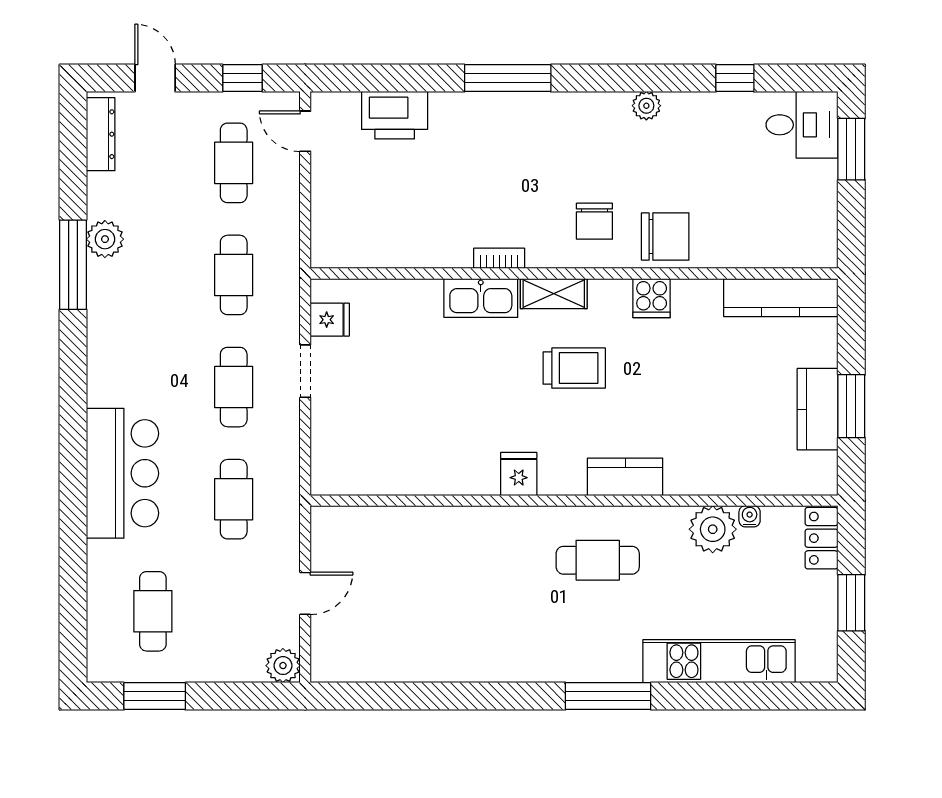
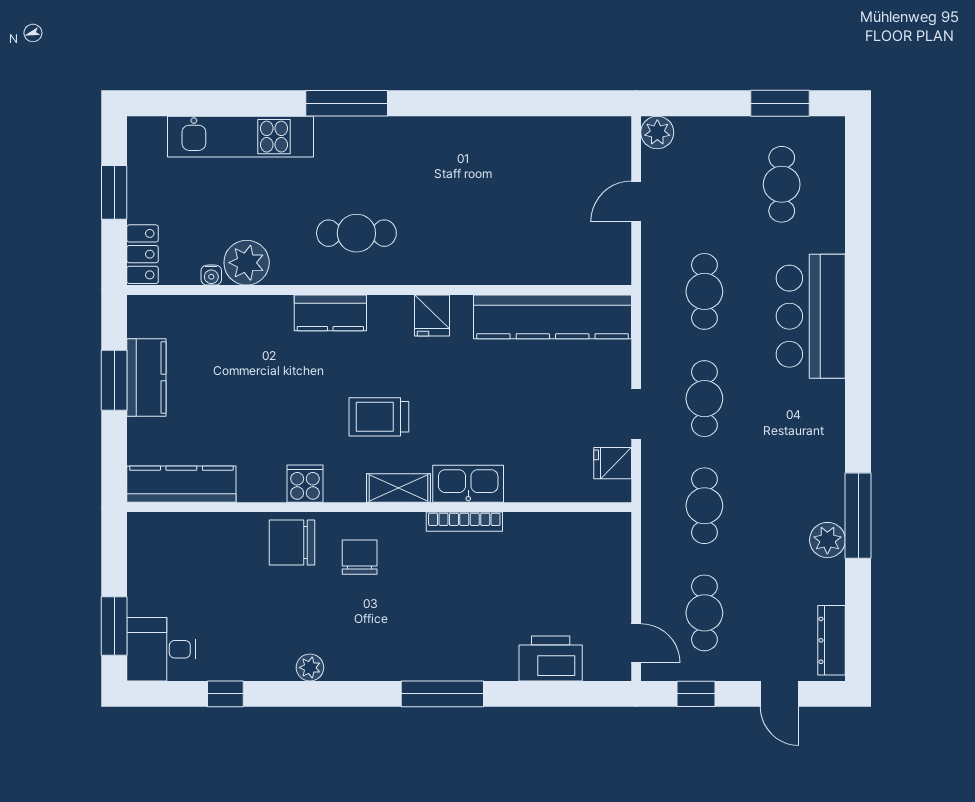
bookcase: (499, 258) -> (464, 522), width x1.56
kitchen counter: (393, 473) -> (553, 317), added

